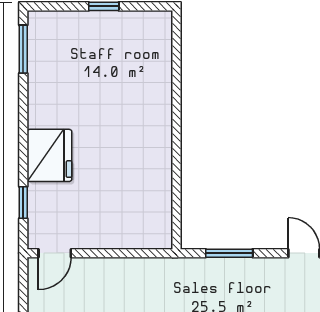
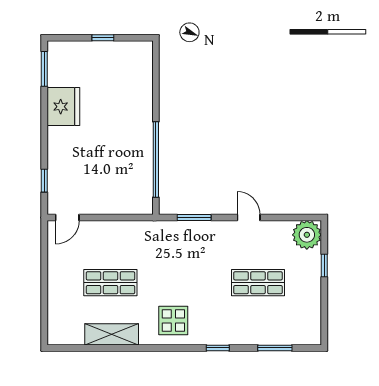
fridge: (49, 155) -> (63, 107), moved
window: (176, 174) -> (156, 159), added

